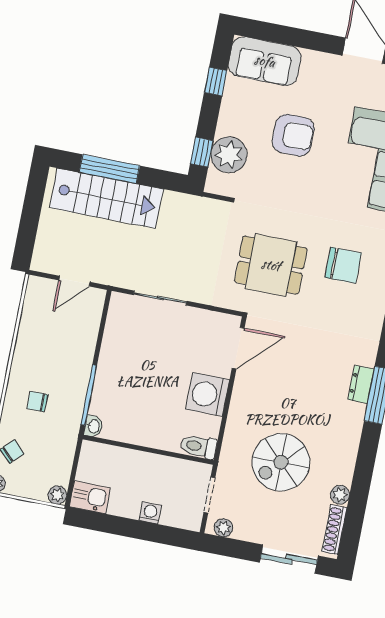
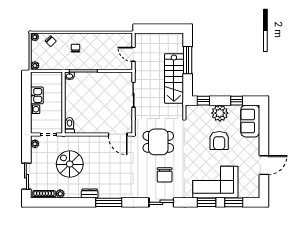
plant: (229, 155) -> (220, 113), moved
stairs: (106, 198) -> (174, 78), moved
dining table: (271, 265) -> (158, 142), turned 90
dresser: (361, 384) -> (90, 193), moved
washing machine: (208, 394) -> (94, 125), removed
kitchen sink: (90, 497) -> (37, 95), moved

